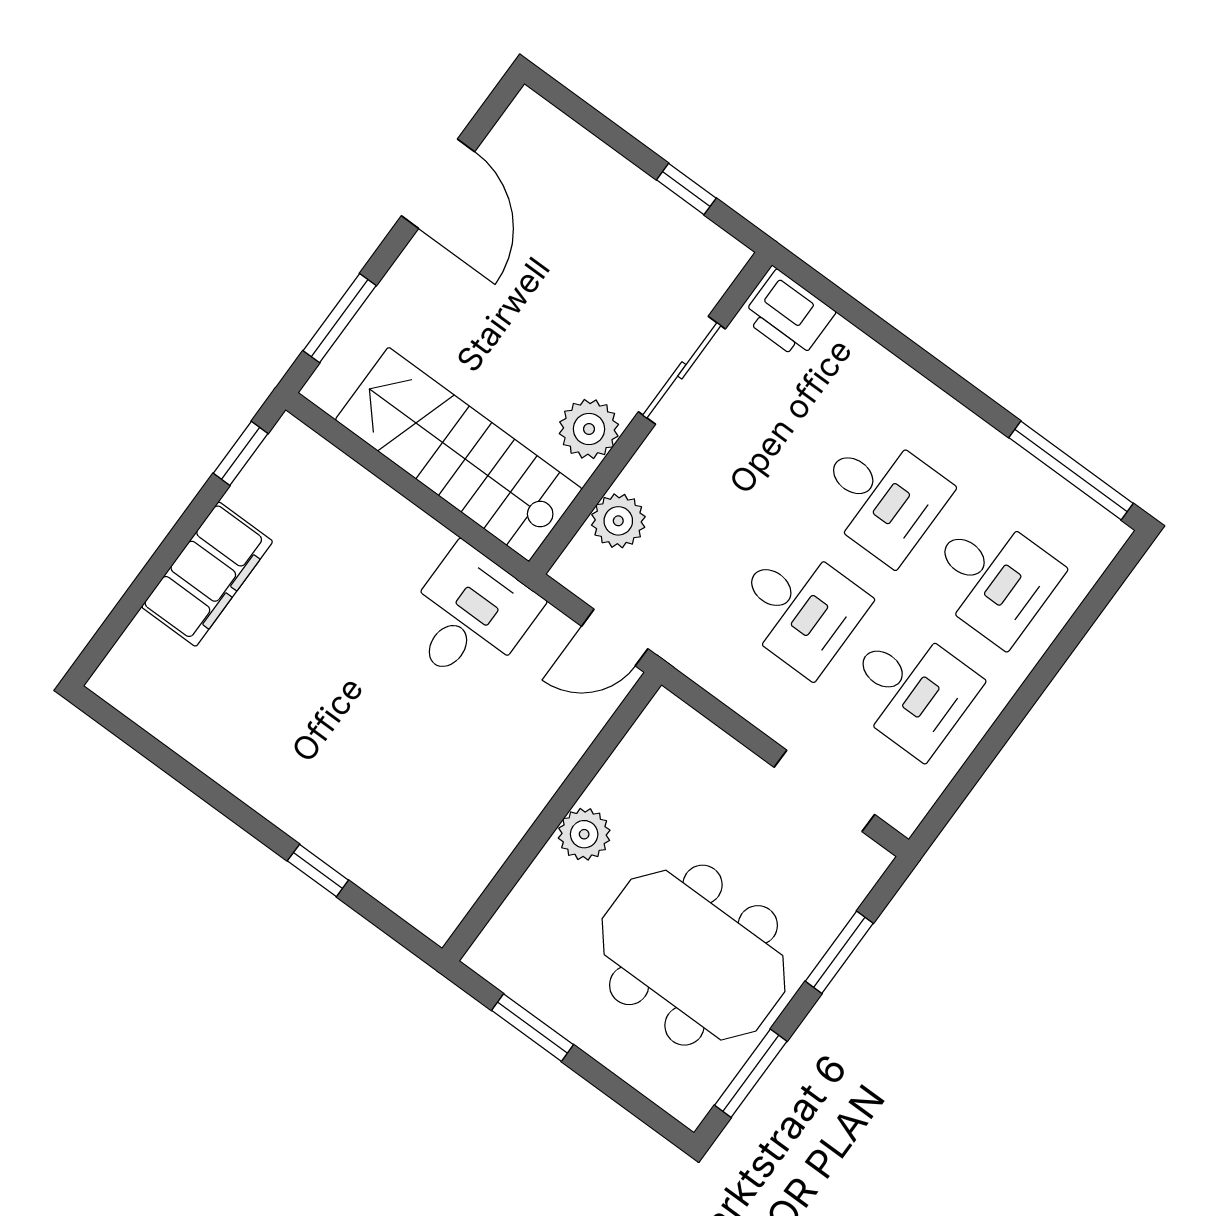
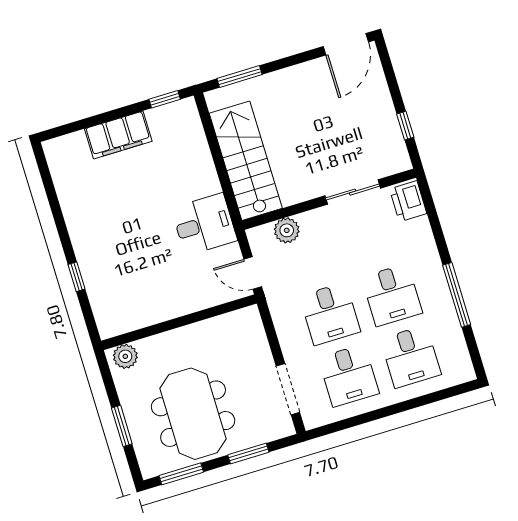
door: (438, 184) -> (346, 44), moved
plant: (589, 429) -> (302, 188), removed
window: (1071, 471) -> (457, 295), moved
plant: (584, 834) -> (125, 356), moved
window: (532, 1028) -> (122, 426), moved

